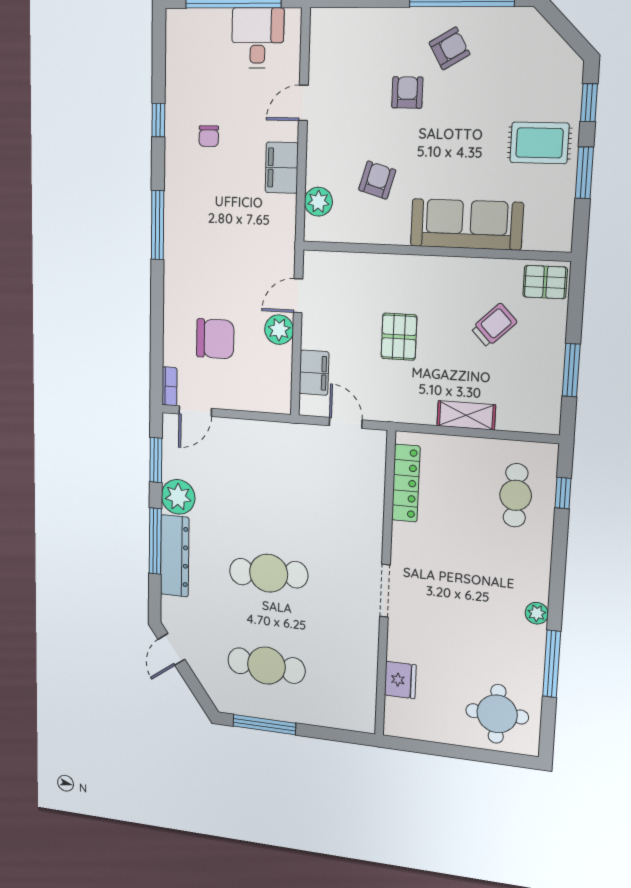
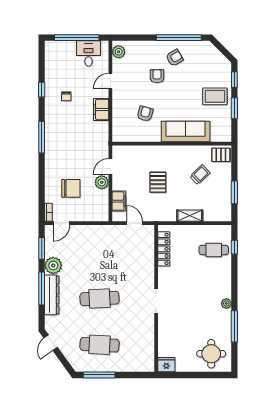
plant: (318, 202) -> (119, 52), moved
cafe table: (516, 495) -> (214, 250), turned 90
fridge: (400, 680) -> (166, 365), moved, turned -90

